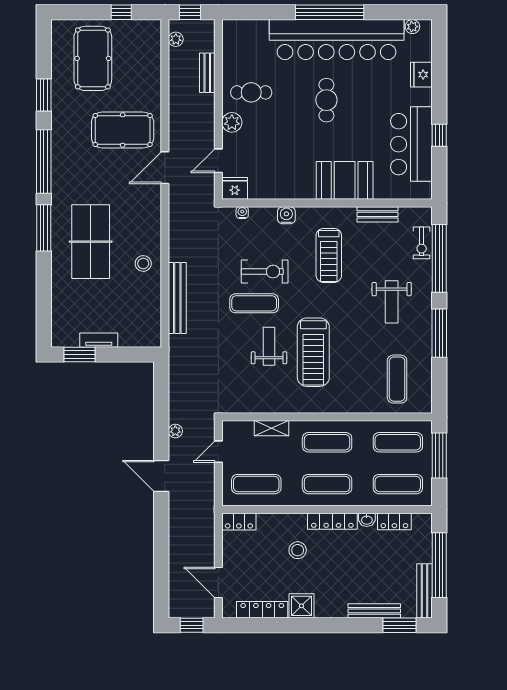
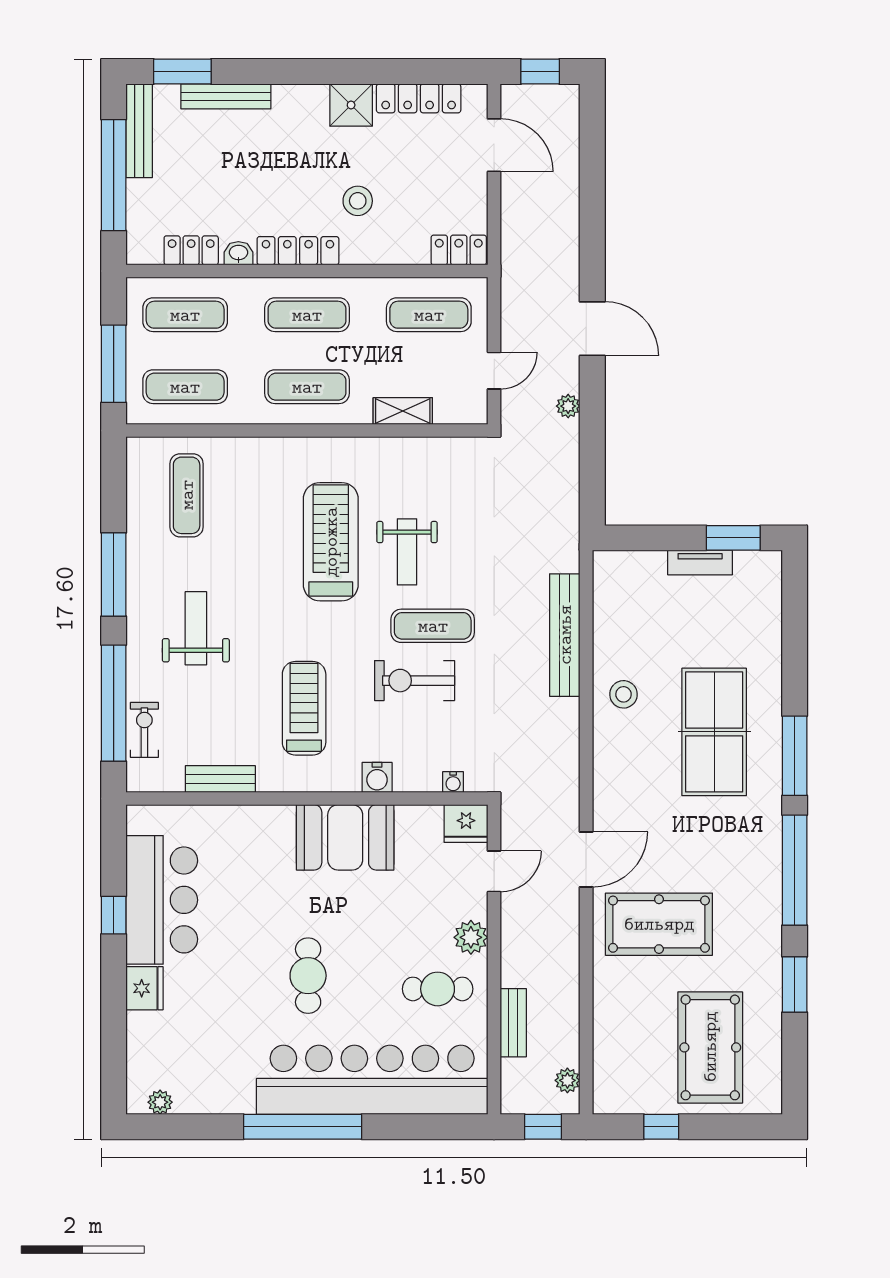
bar counter: (337, 40) -> (372, 1080), moved
fridge: (421, 75) -> (145, 988), moved
booth: (345, 180) -> (345, 837), moved

